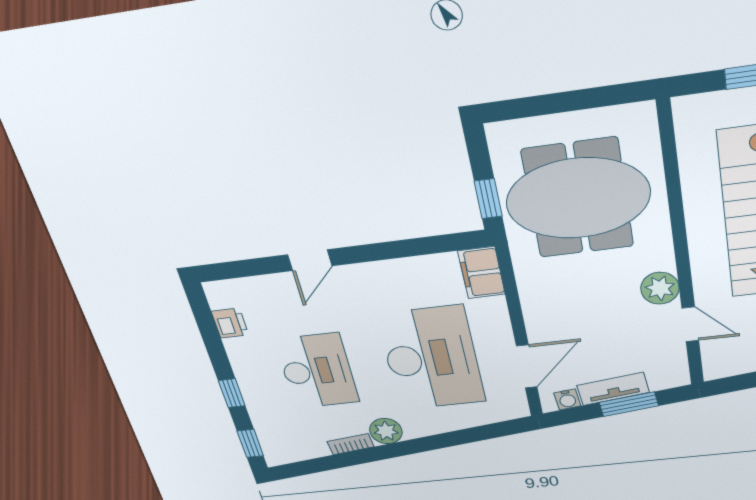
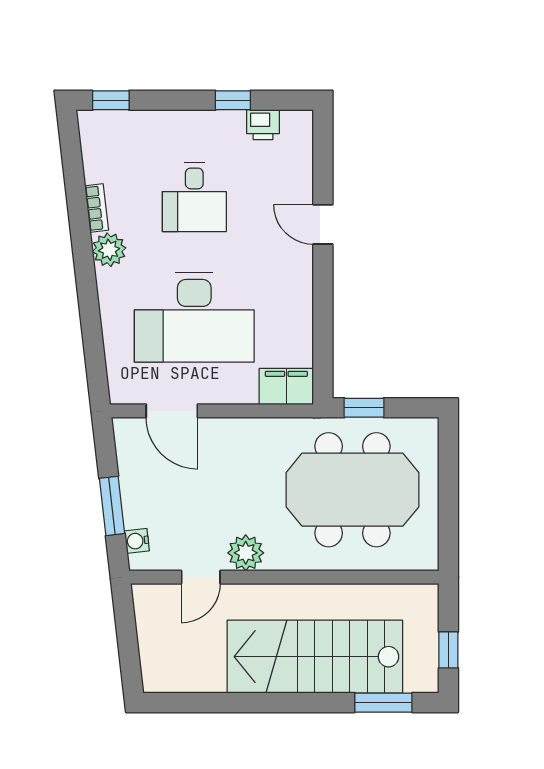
meeting table: (578, 198) -> (352, 490), turned 90
desk: (317, 371) -> (194, 197), width x0.73
tv unit: (613, 389) -> (133, 493), removed
window: (232, 393) -> (233, 100), moved
water cooler: (567, 399) -> (137, 541), moved

